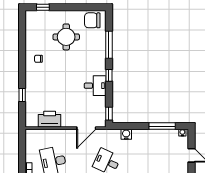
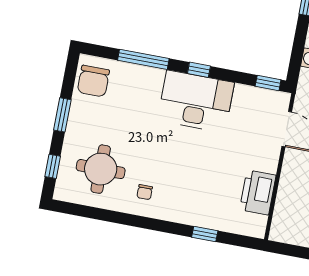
window: (71, 7) -> (62, 115), added
round table: (66, 37) -> (101, 169), moved
desk: (95, 86) -> (196, 101), width x1.87, depth x1.30

